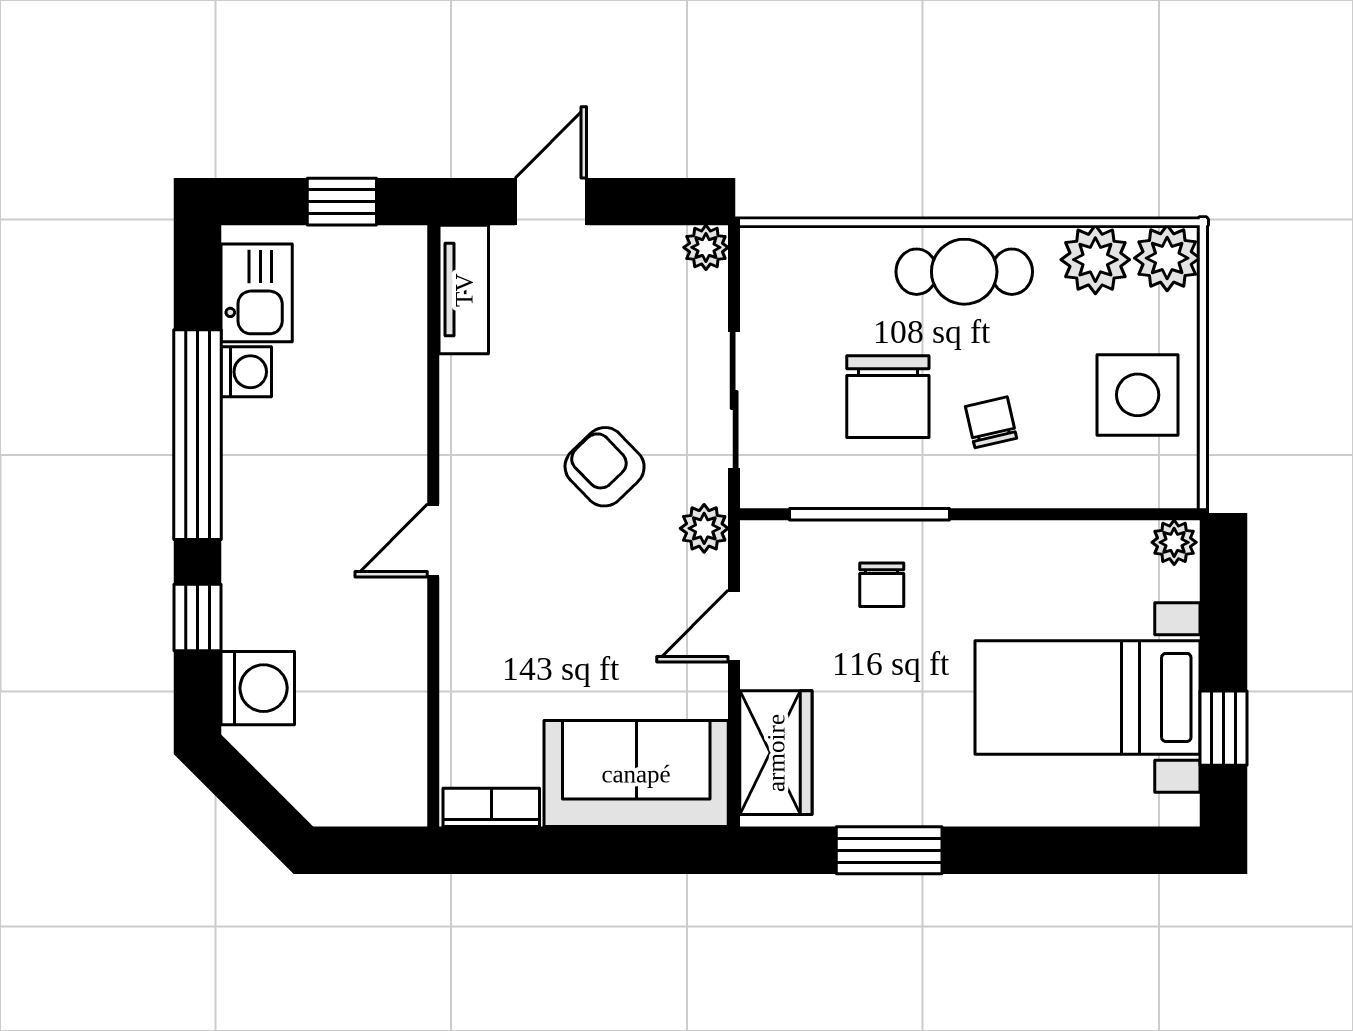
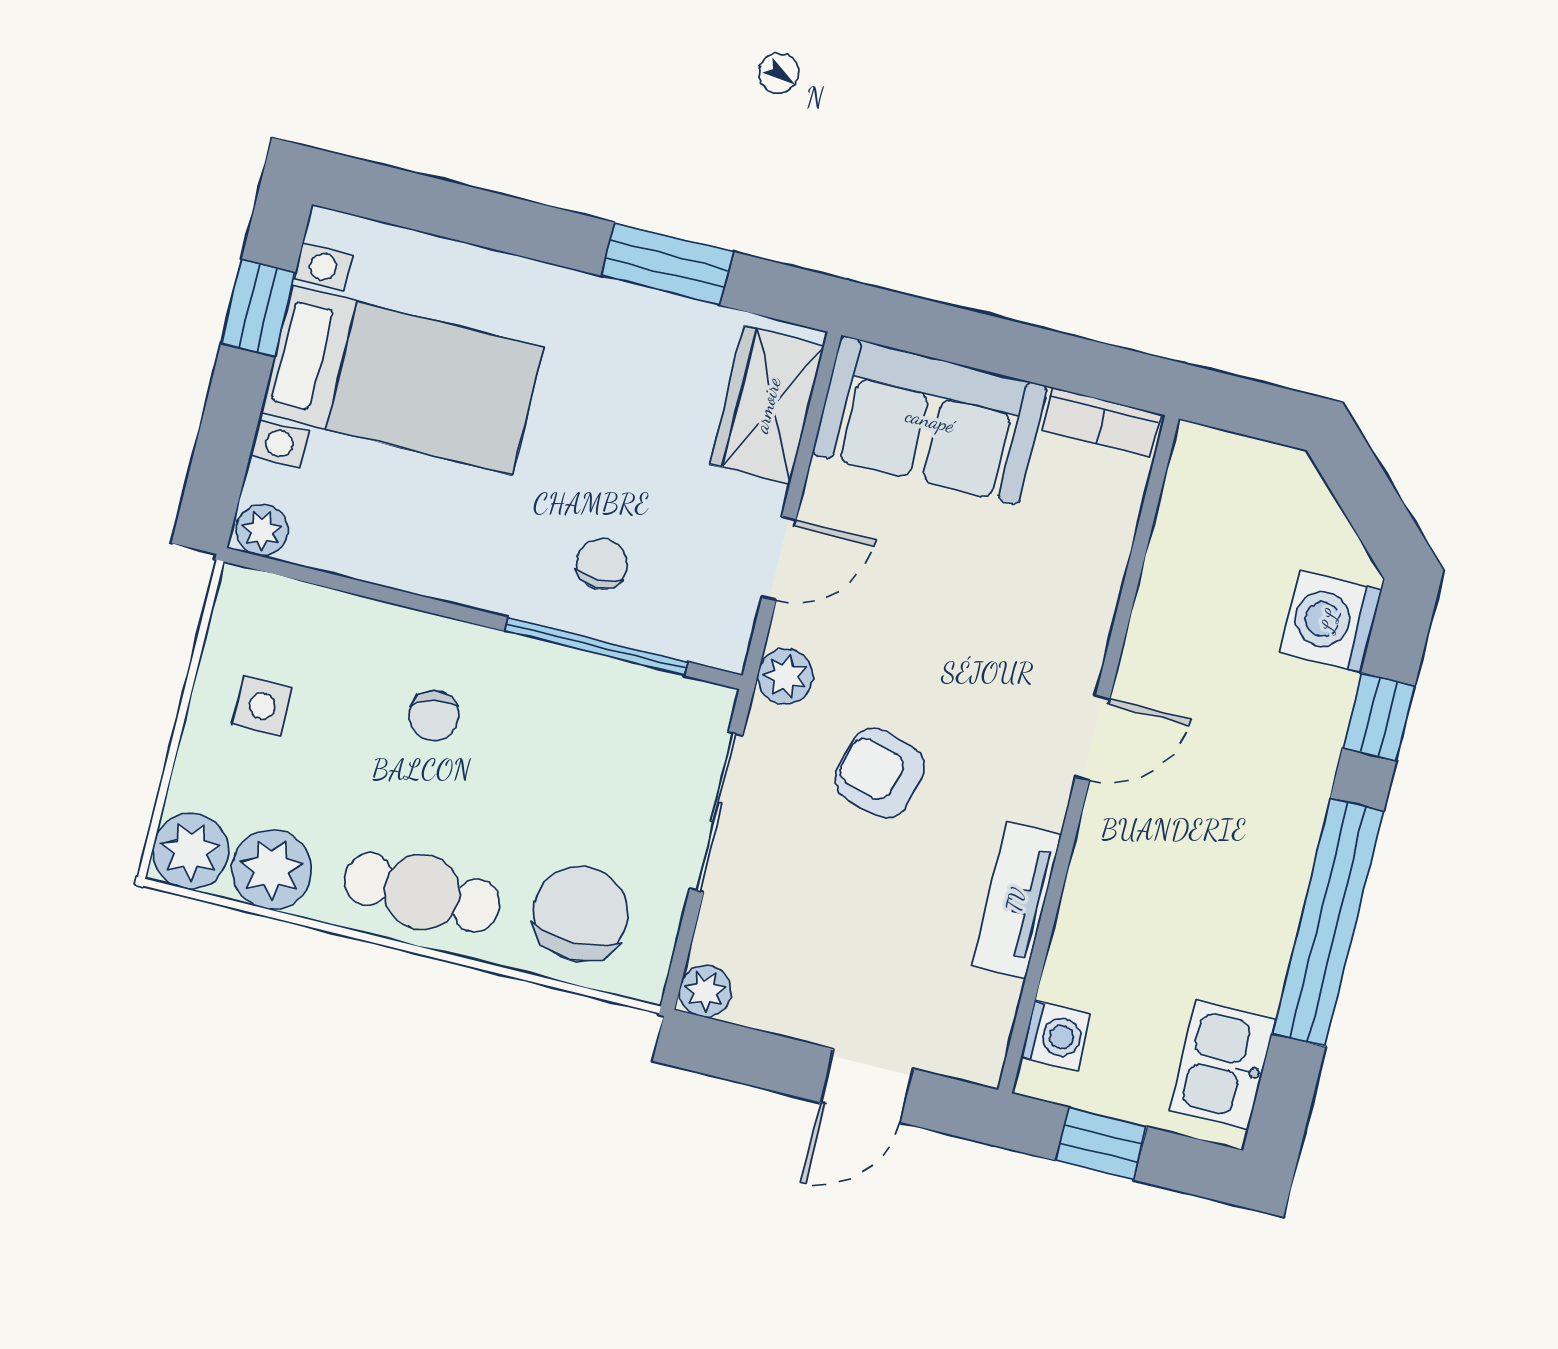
tv unit: (464, 290) -> (1016, 900), moved
washing machine: (246, 372) -> (1056, 1036), moved, turned 180
side table: (1138, 395) -> (262, 706), width x0.54, depth x0.54
chair: (888, 397) -> (580, 914), moved
armchair: (605, 467) -> (880, 773), turned 149

